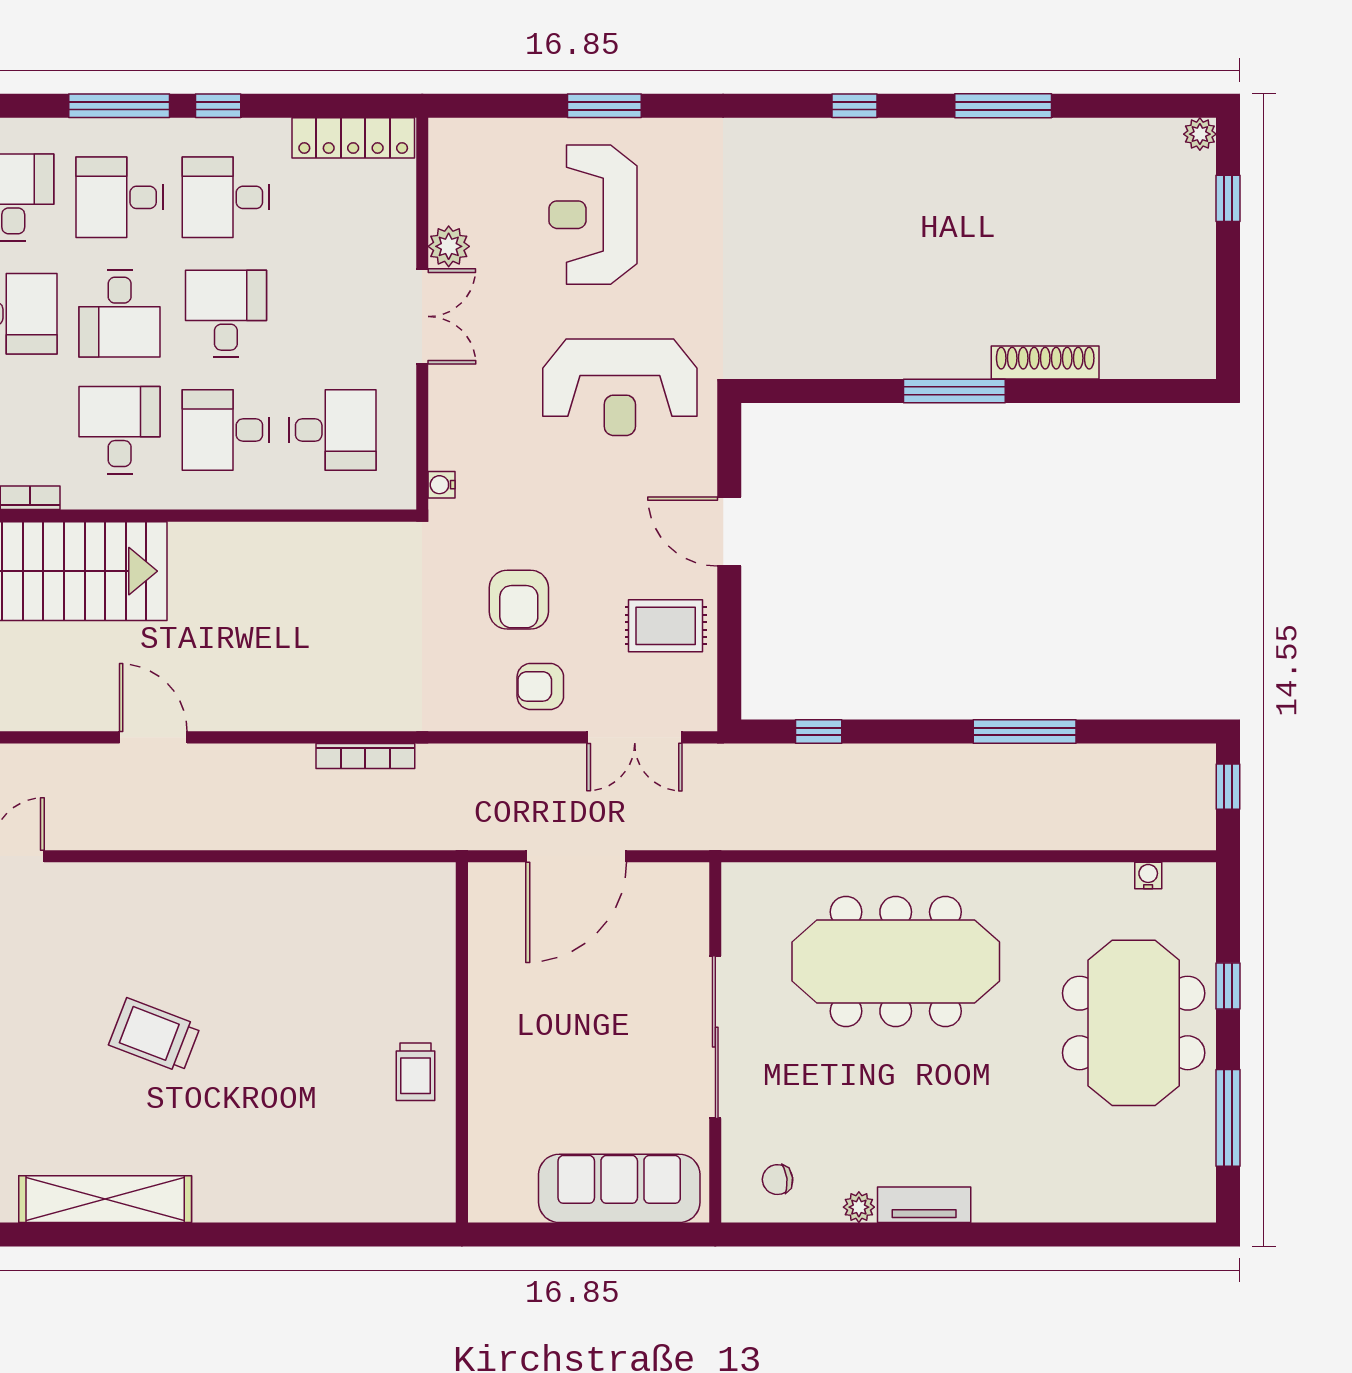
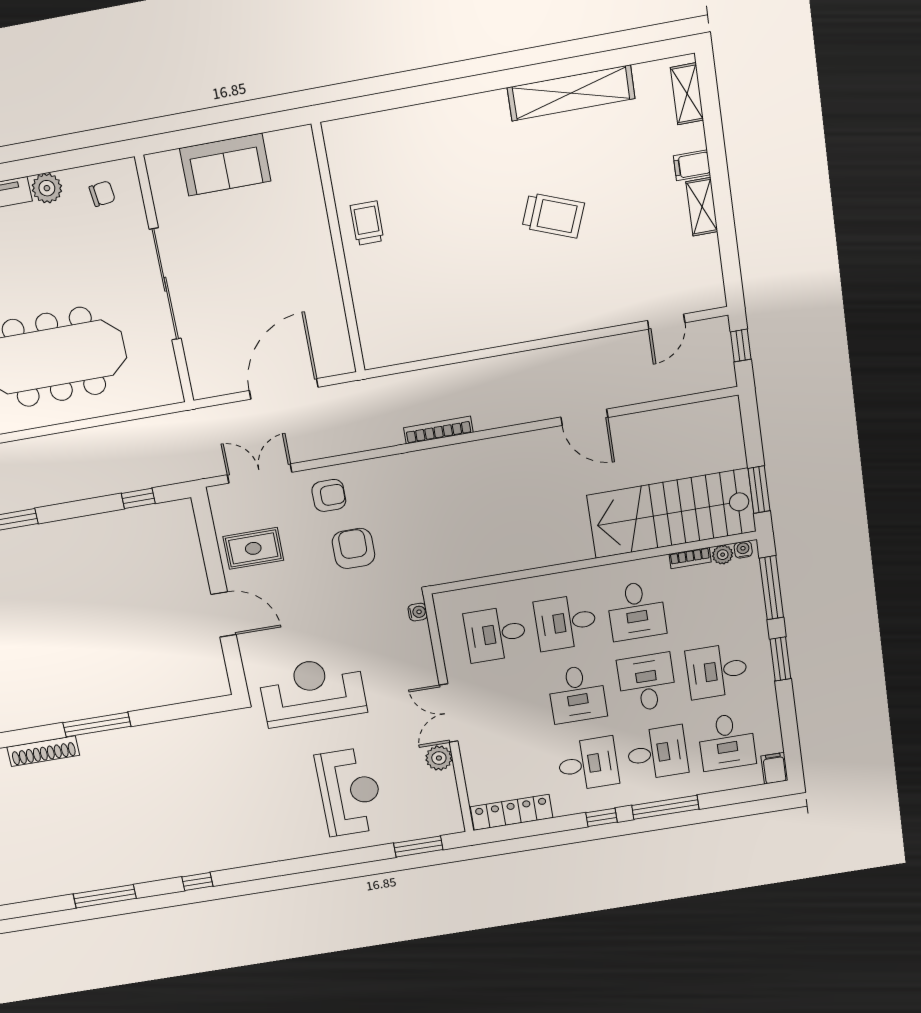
window: (604, 106) -> (418, 846), moved
desk: (226, 430) -> (566, 622), turned 180
sofa: (619, 1188) -> (225, 165), width x0.73
plant: (859, 1207) -> (47, 188), width x1.38, depth x1.38

